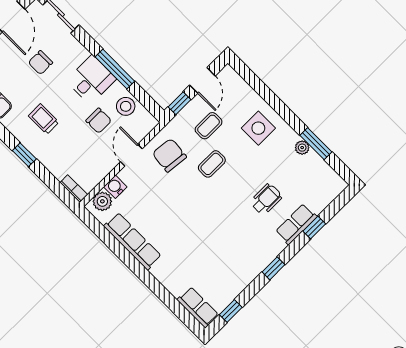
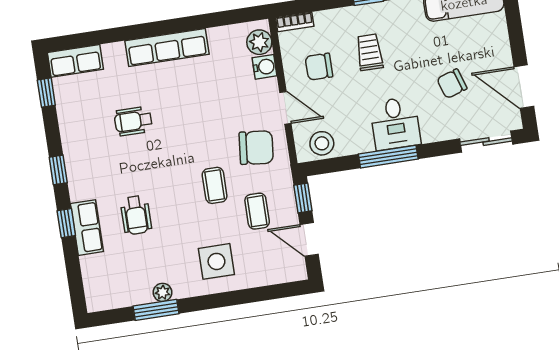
chair: (40, 63) -> (452, 84), turned -108
stool: (126, 106) -> (322, 143), moved
trolley: (44, 119) -> (370, 52), moved, turned -90
chair: (99, 121) -> (319, 67), moved
window: (314, 228) -> (66, 223), moved
row of seats: (133, 241) -> (167, 47), moved
wheelchair: (209, 244) -> (133, 121), added

